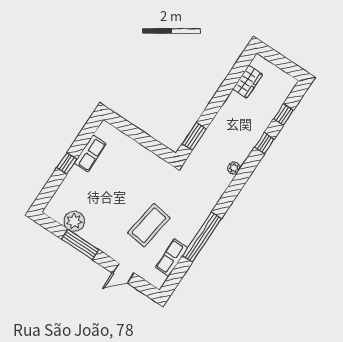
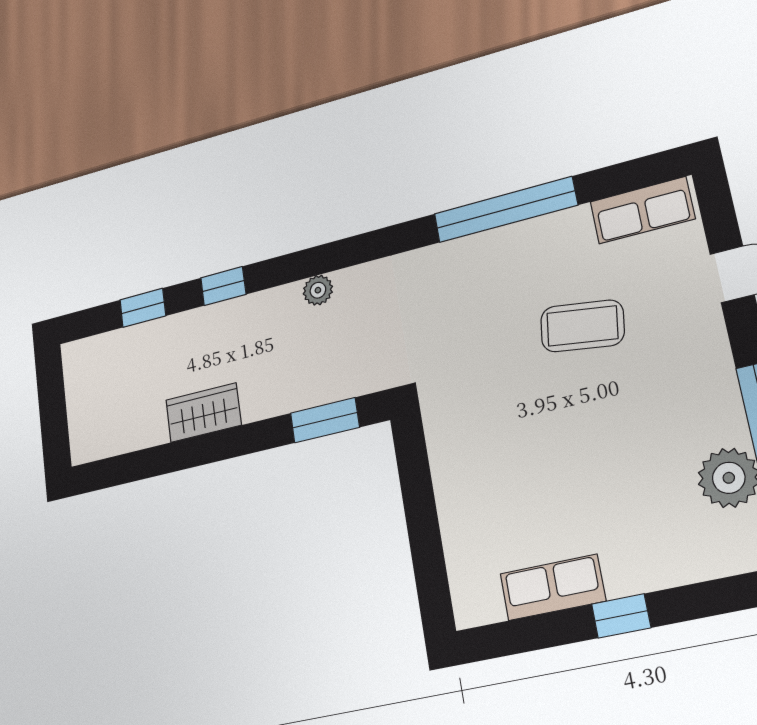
wardrobe: (248, 82) -> (203, 413), moved
coffee table: (149, 225) -> (582, 326), width x0.73, depth x0.76
row of seats: (172, 258) -> (642, 210), moved

